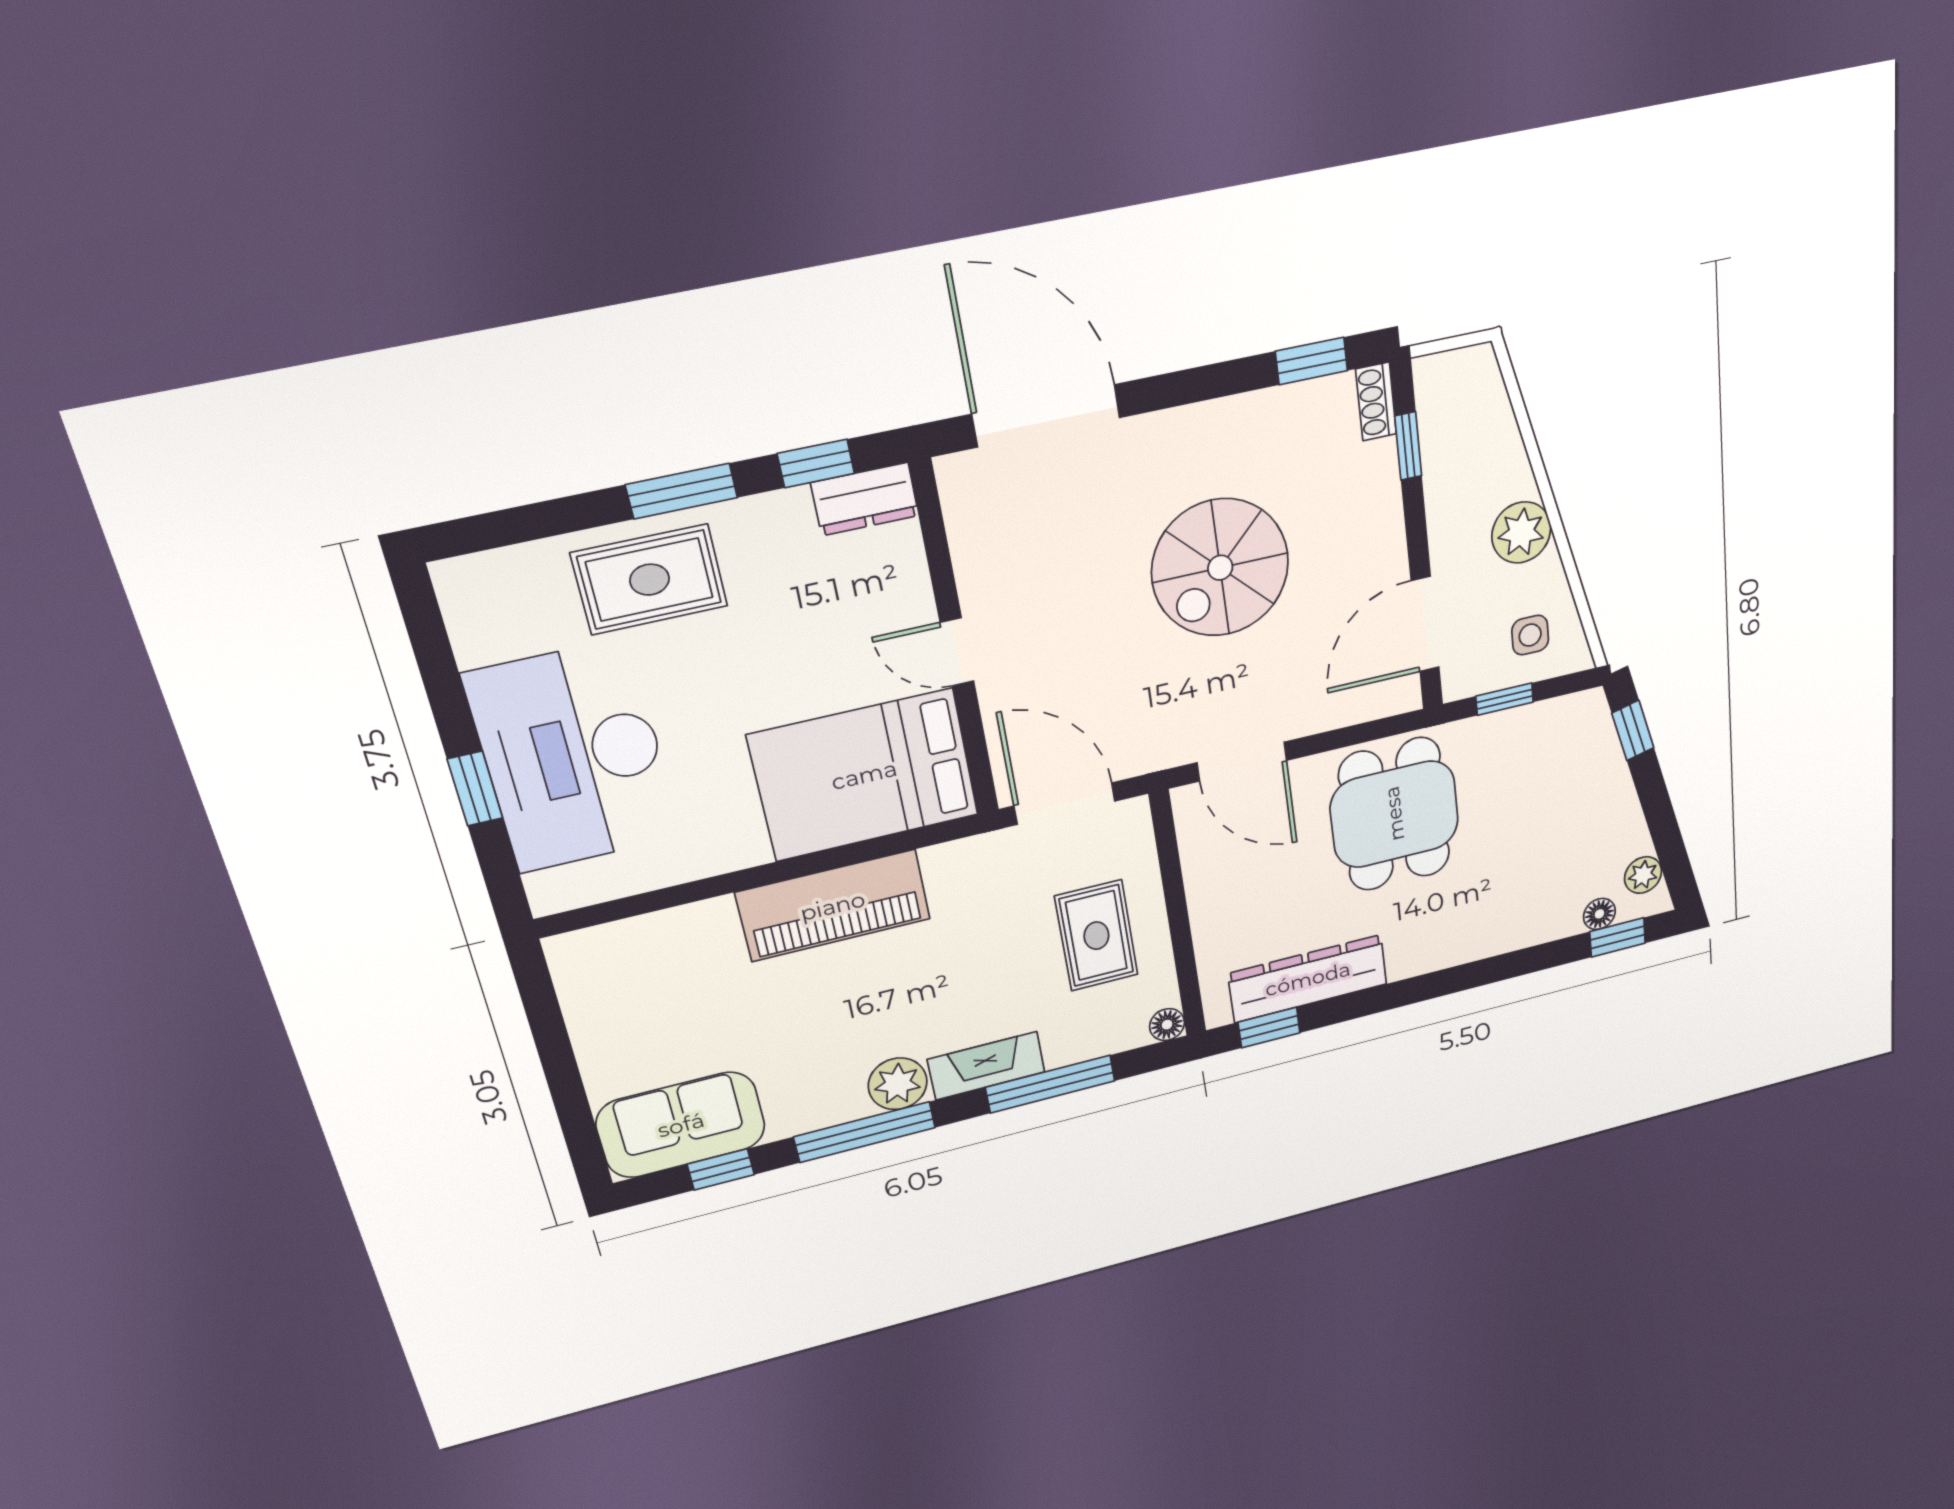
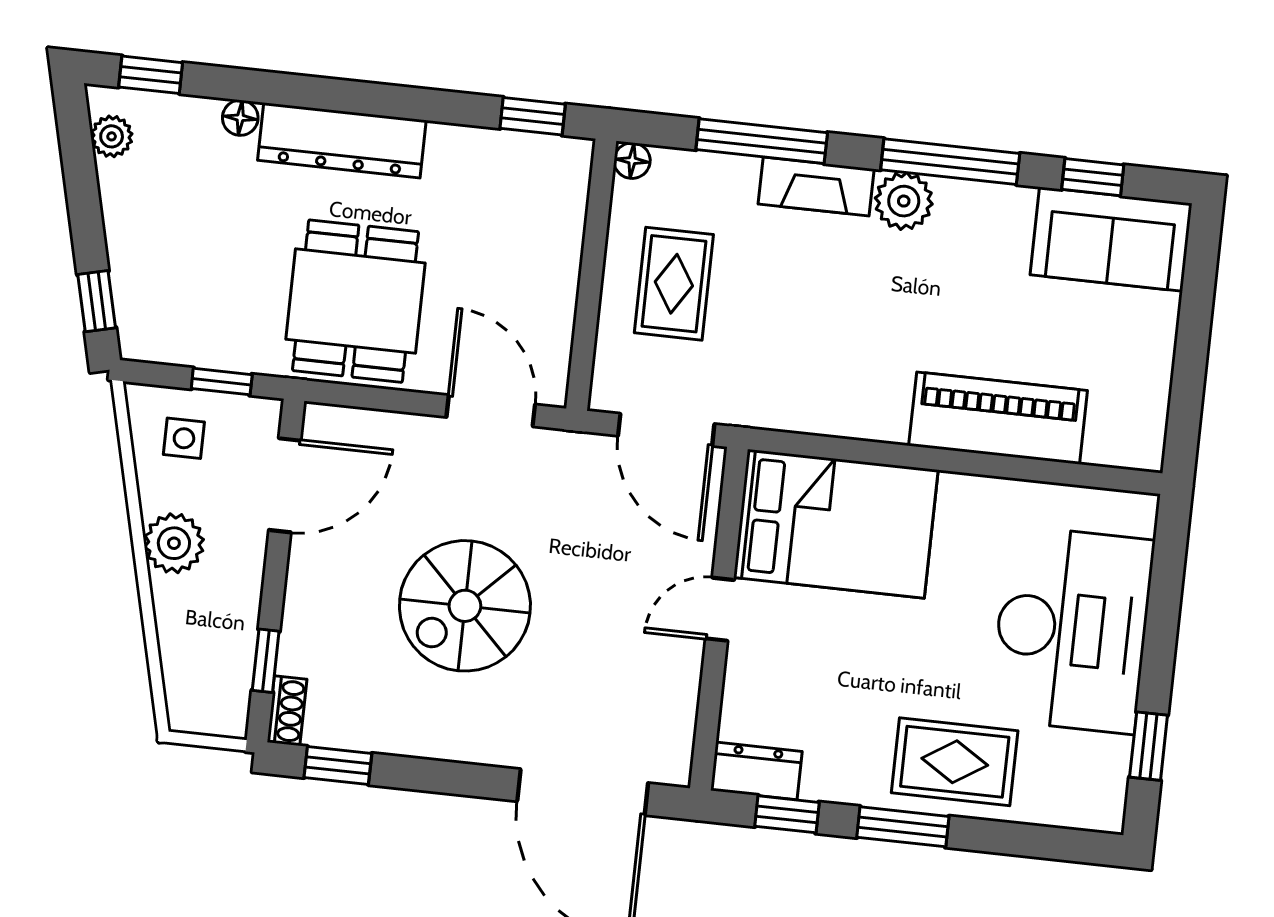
spiral stairs: (1220, 568) -> (465, 606), turned 180
door: (957, 652) -> (720, 609), swing flipped
window: (475, 789) -> (1149, 746), moved
piano: (833, 906) -> (998, 418), moved
floor lamp: (1599, 914) -> (240, 118), moved
dresser: (1308, 979) -> (342, 140), moved

